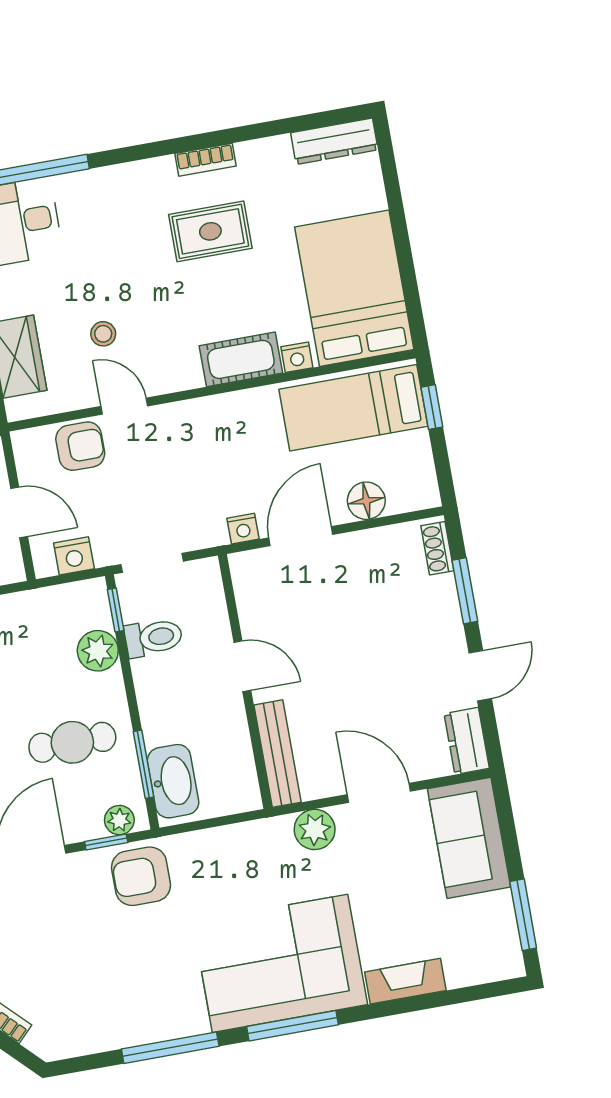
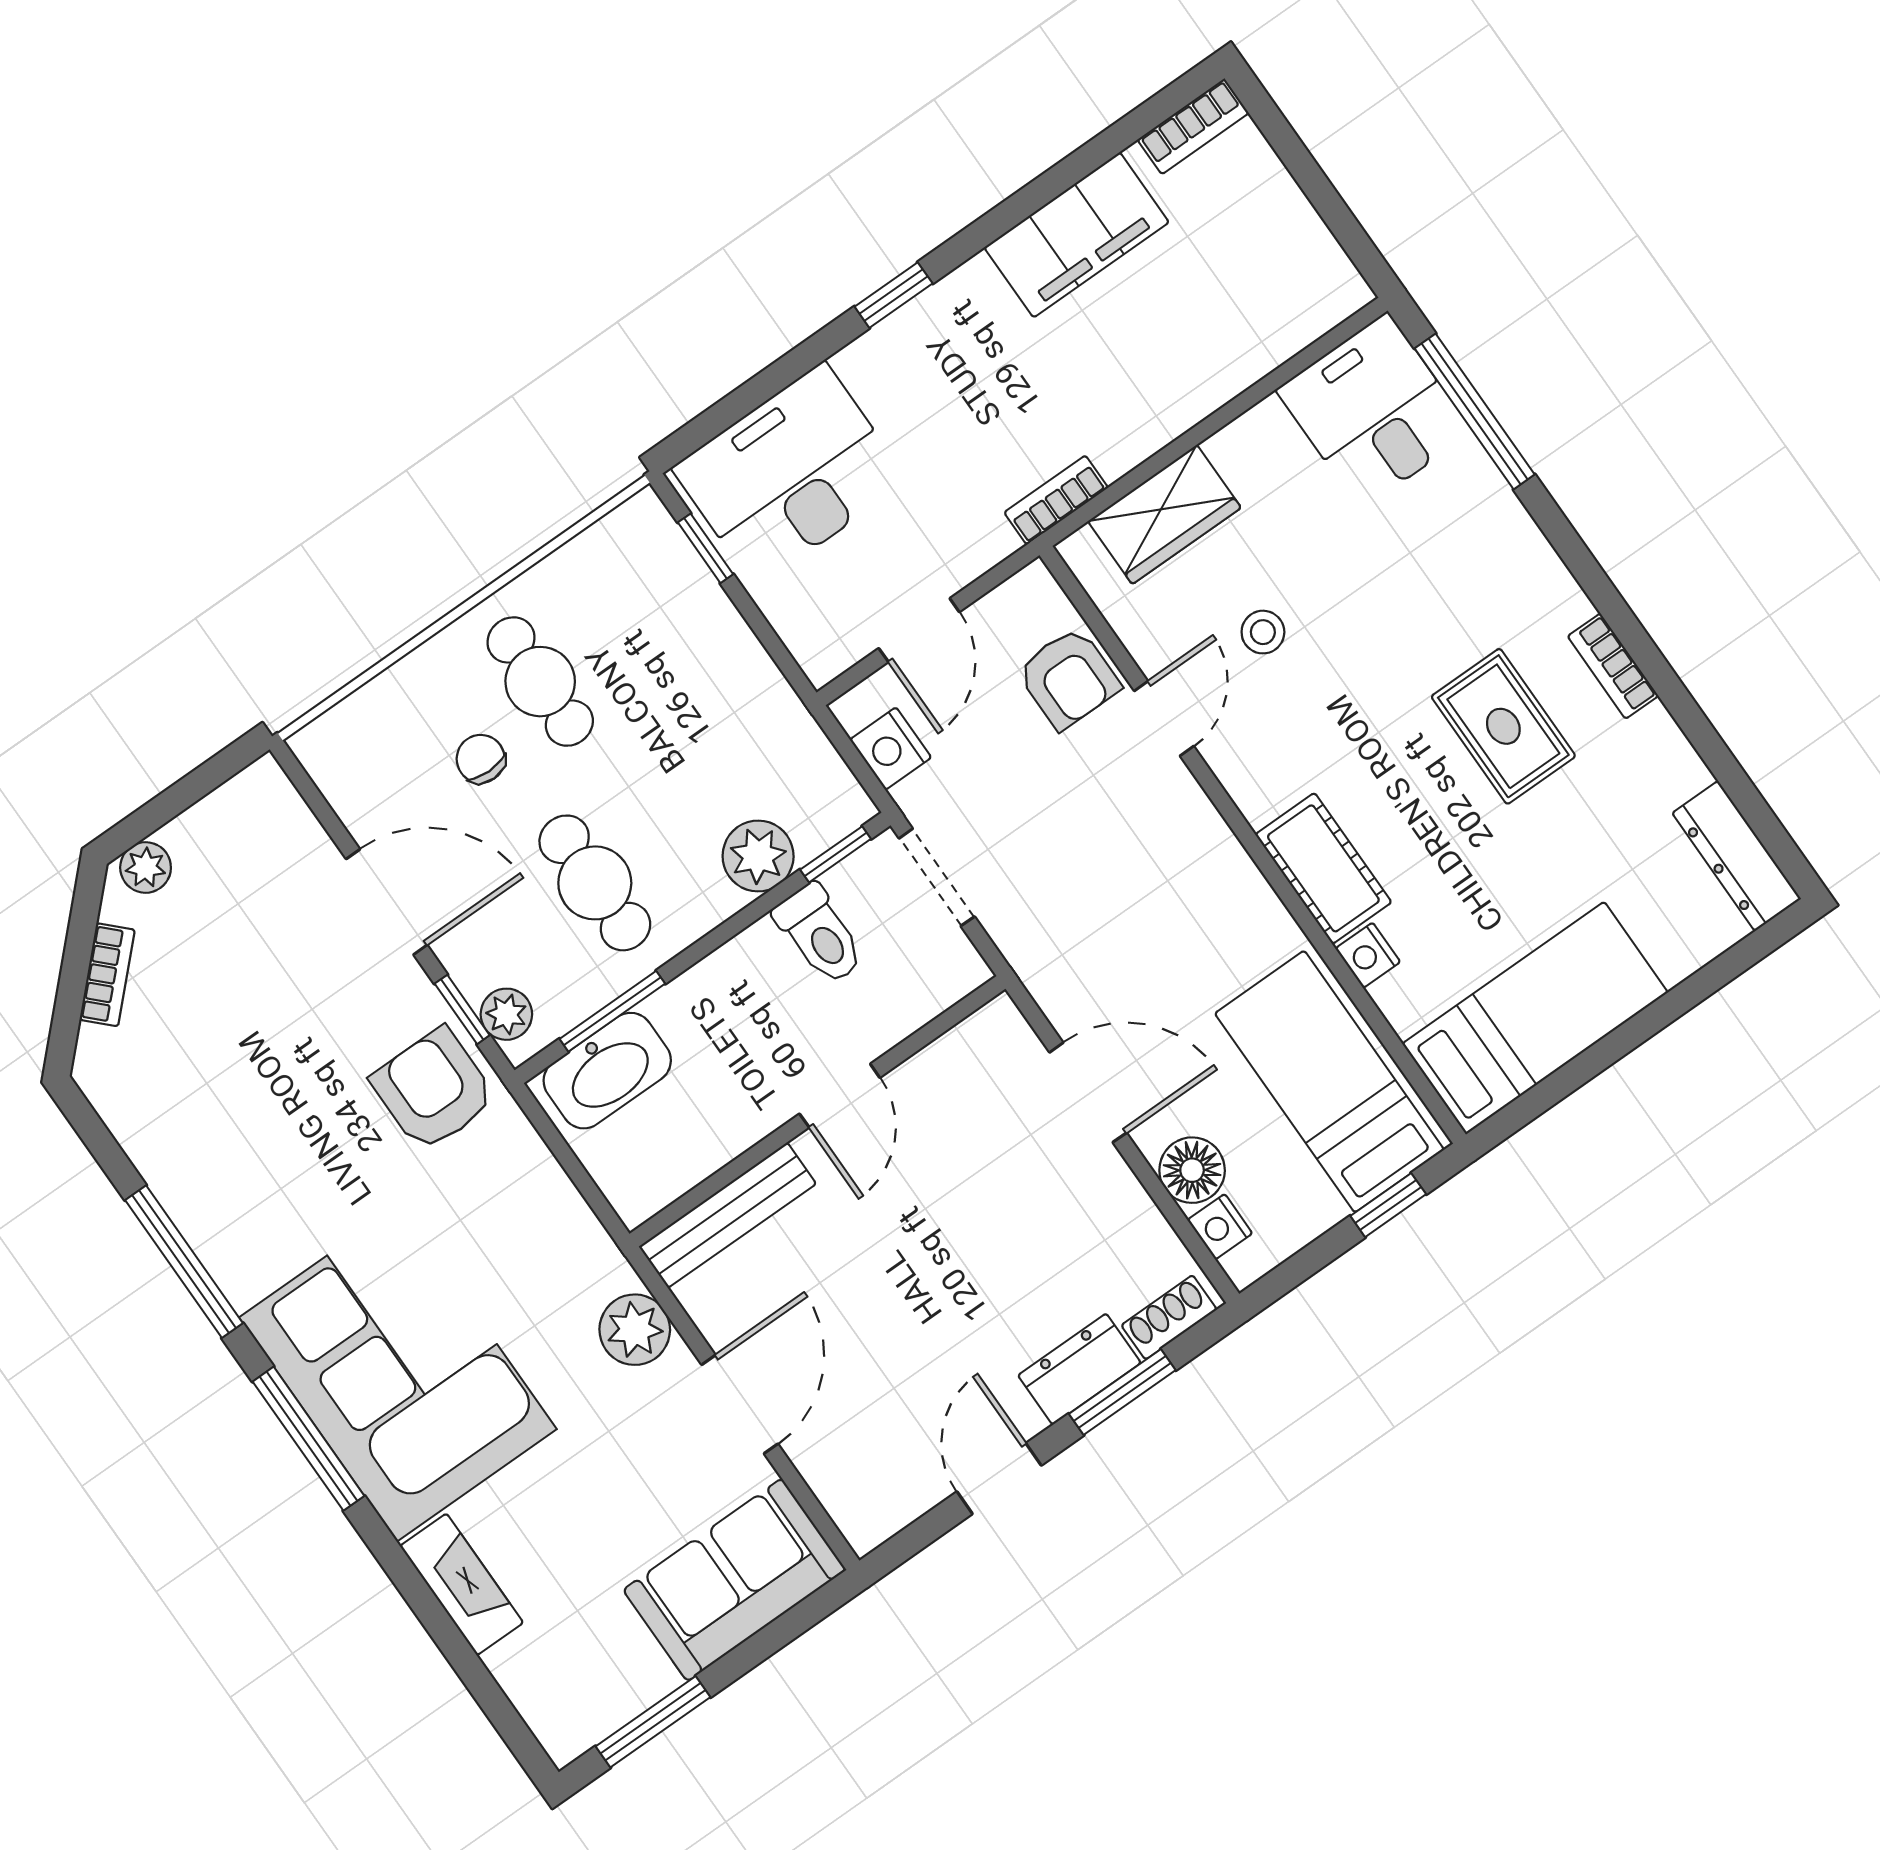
bed: (354, 288) -> (1535, 1018), width x0.67
nightstand: (243, 529) -> (1220, 1227), moved
door: (480, 676) -> (999, 1478), swing flipped
dresser: (467, 741) -> (1079, 1369), moved

